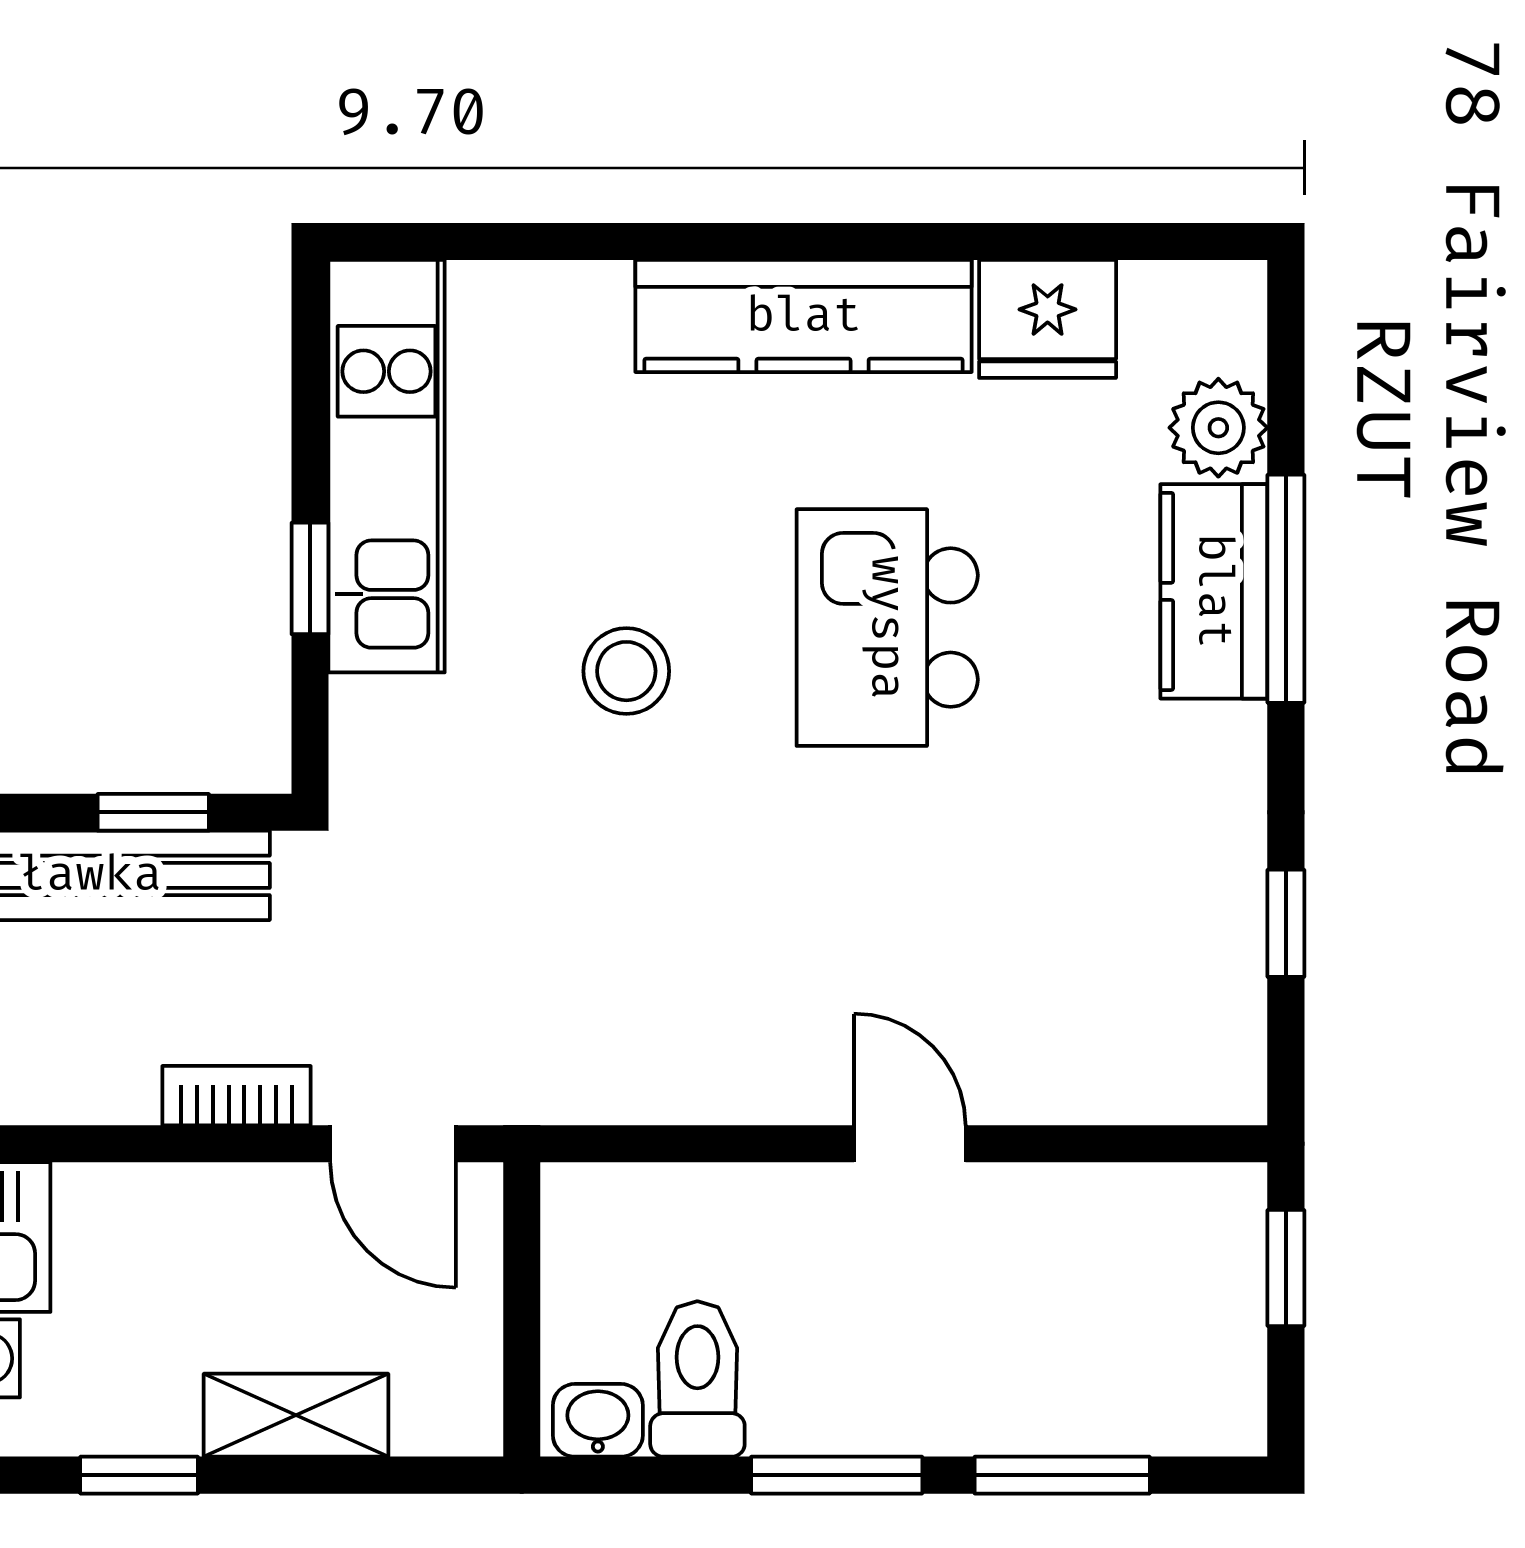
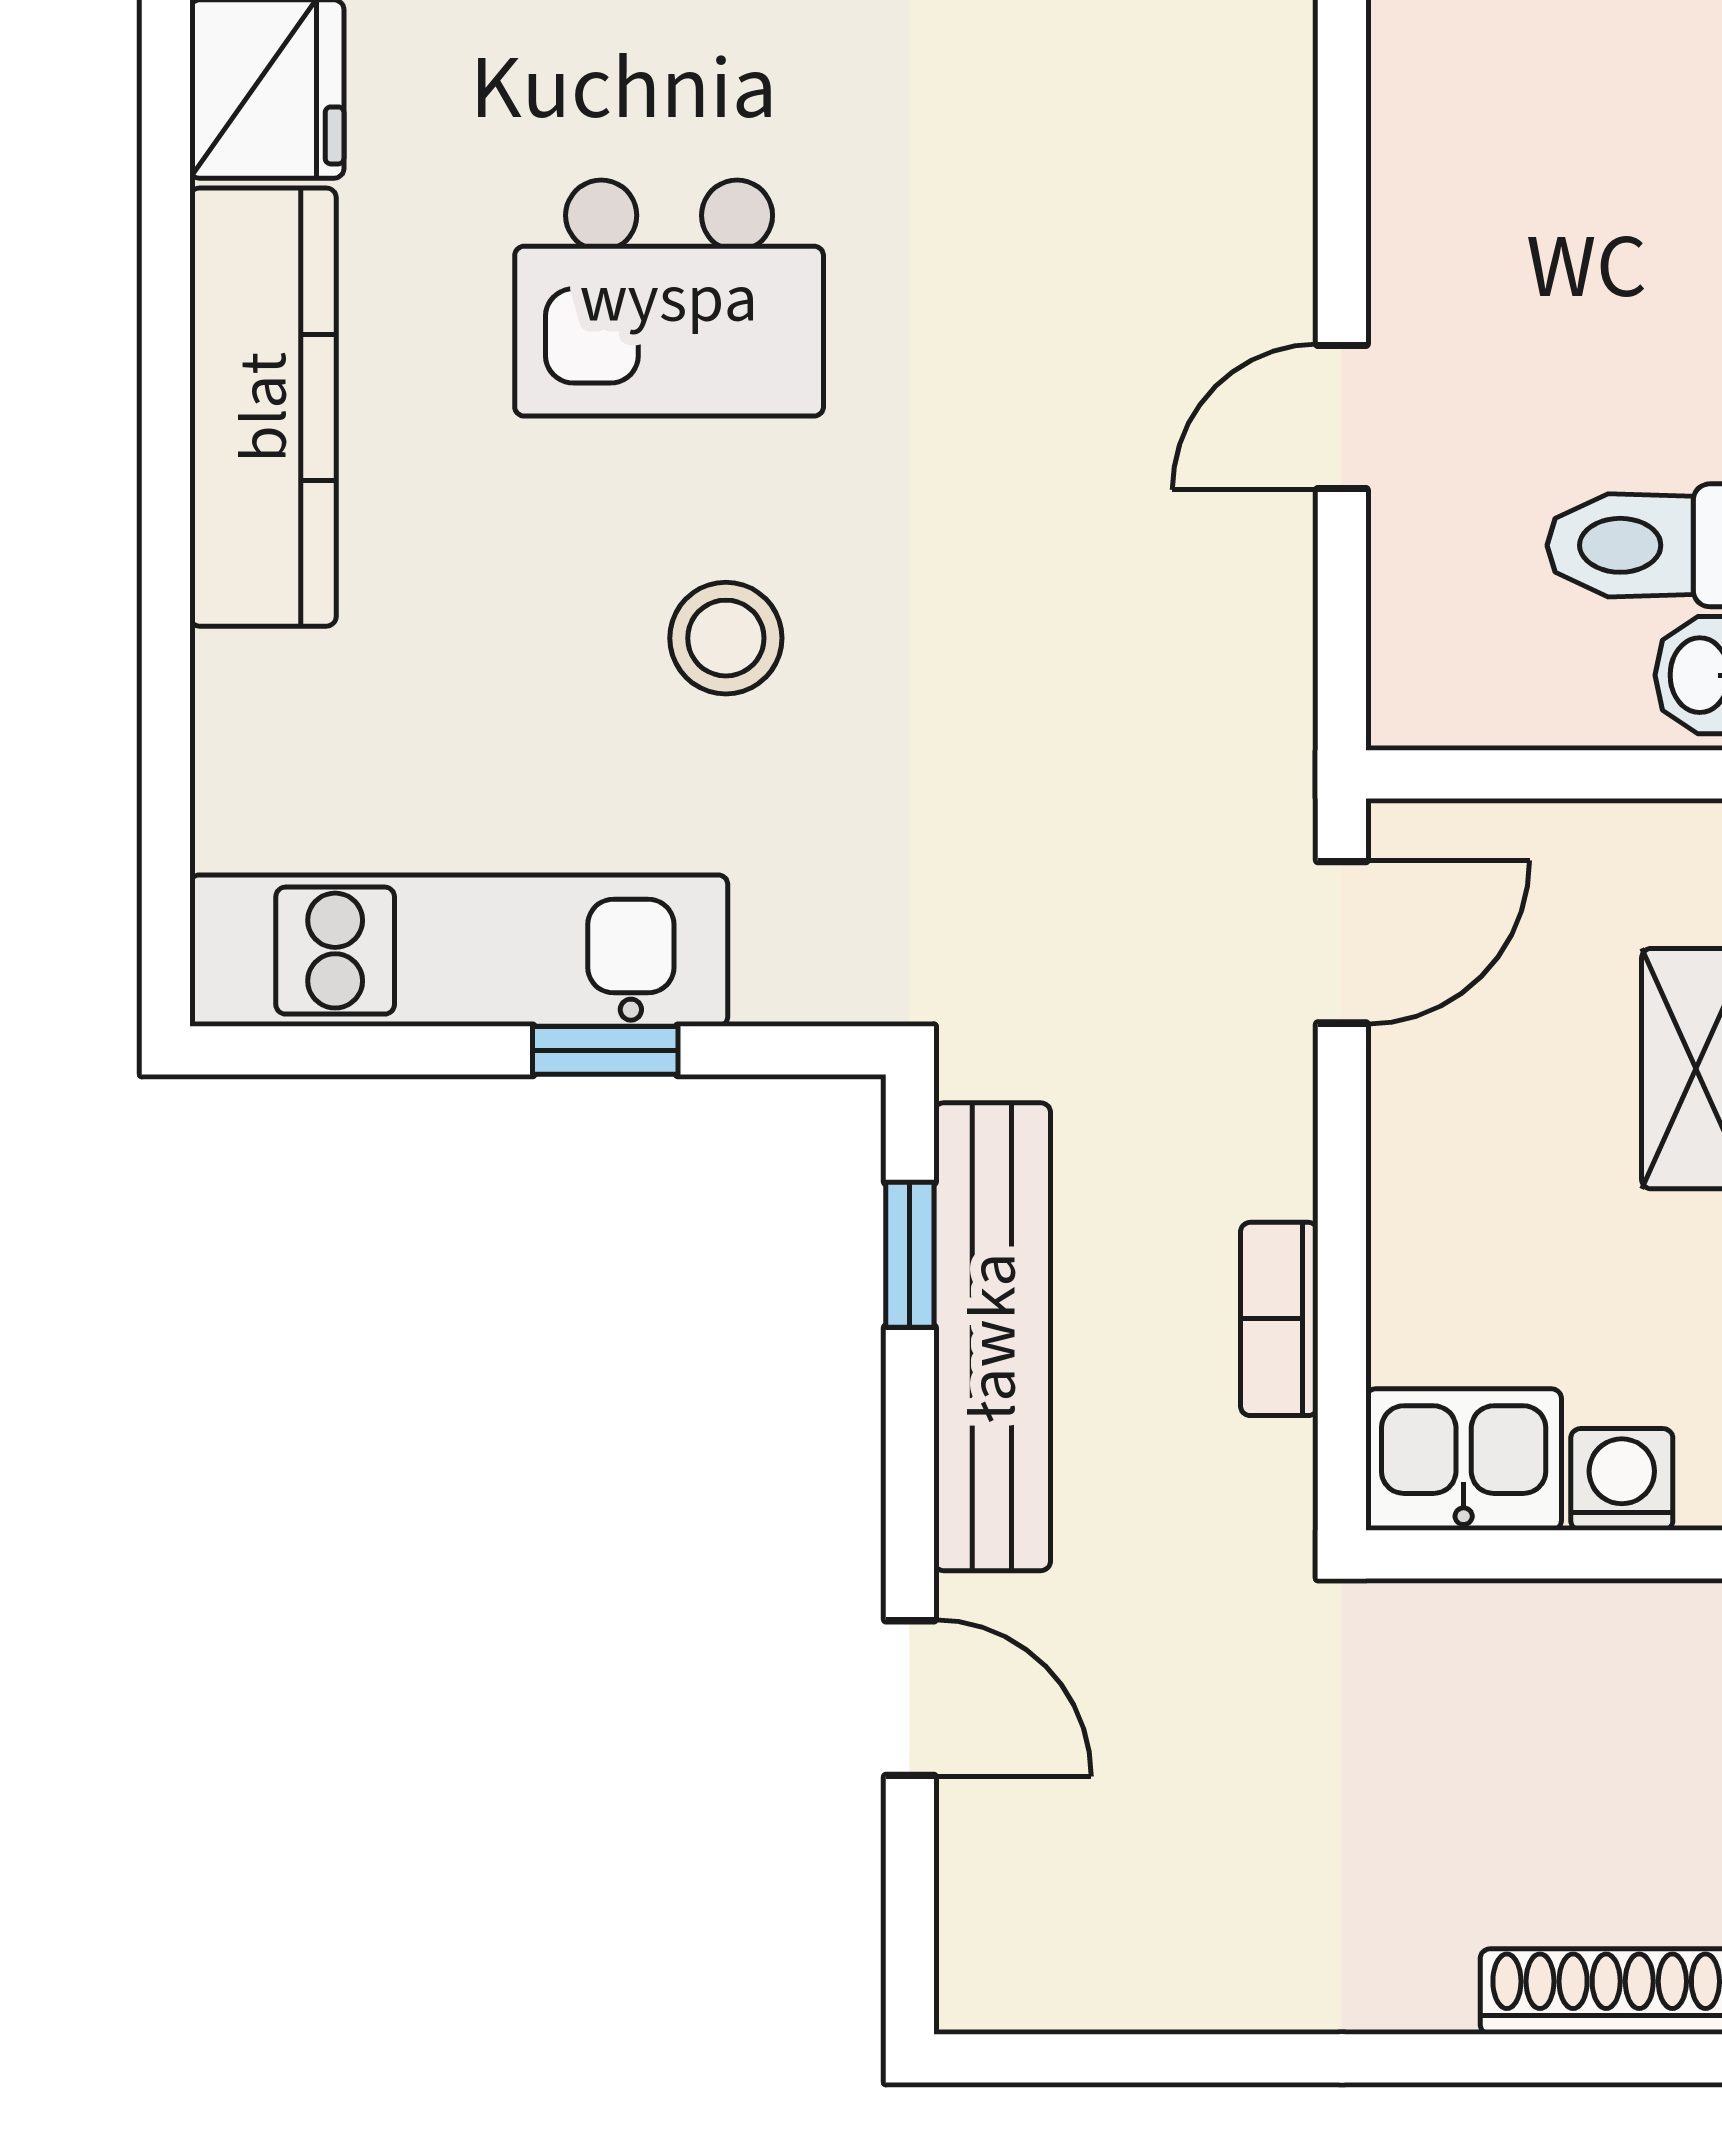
bookcase: (237, 1096) -> (1279, 1319), moved
door: (910, 1144) -> (1342, 417), moved

